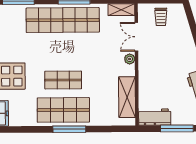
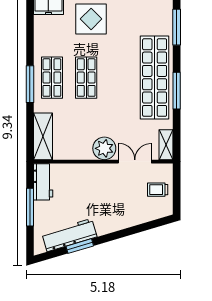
plant: (130, 59) -> (104, 148), width x1.88, depth x1.88
shelving: (127, 97) -> (43, 136), moved, turned 90
shop shelf: (63, 110) -> (52, 78), width x0.70, depth x0.74

